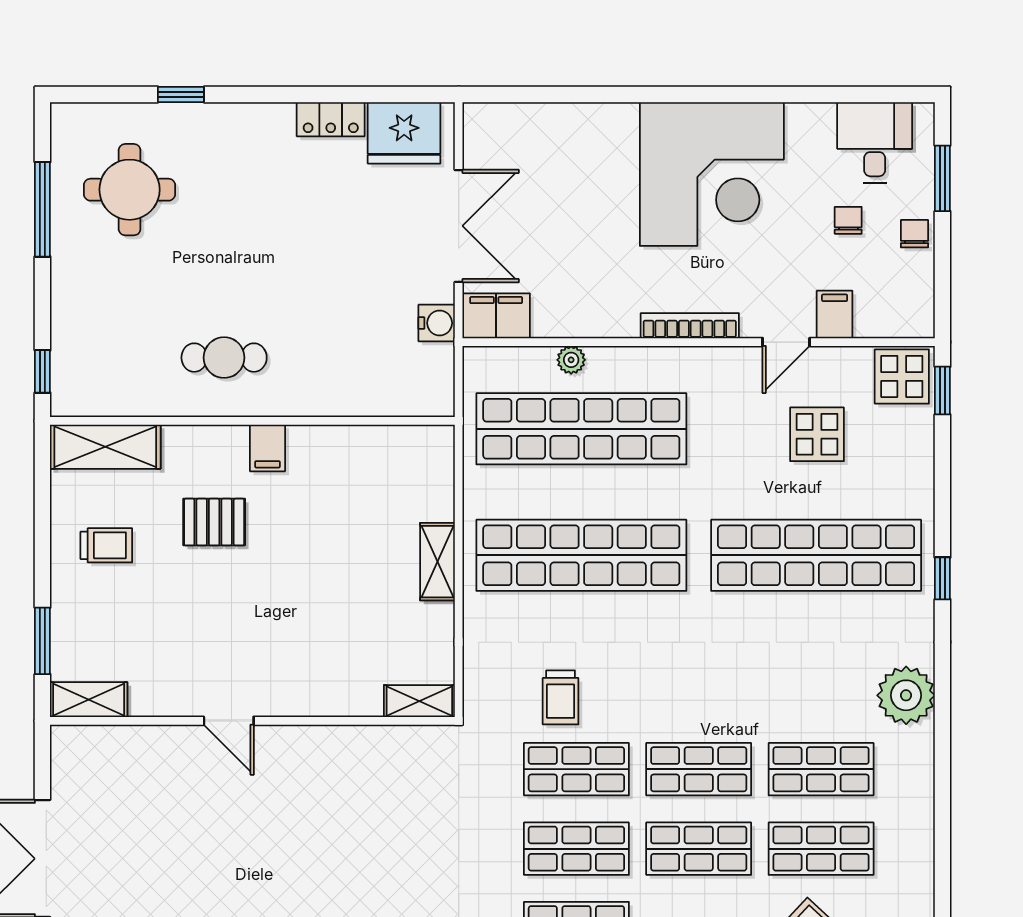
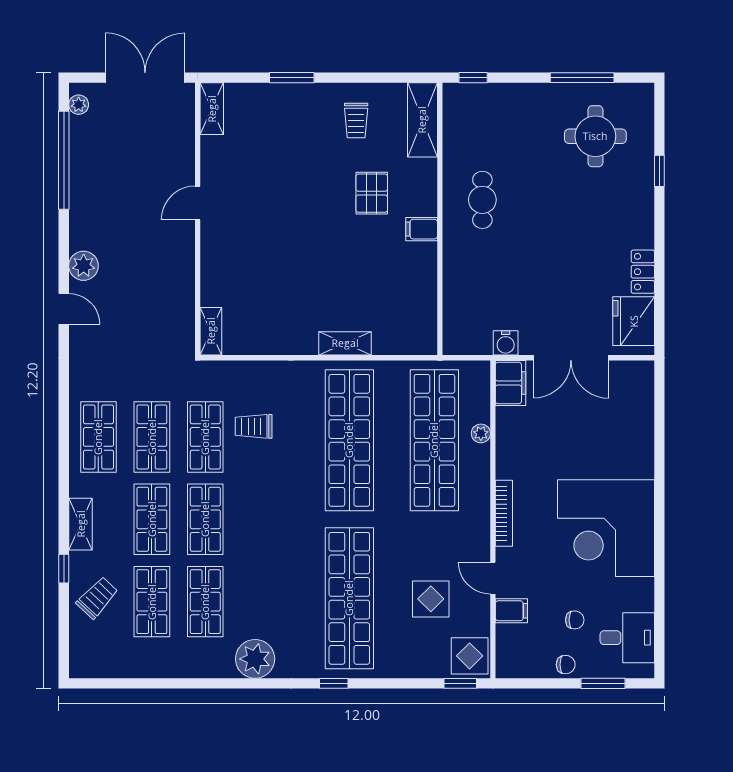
shelving: (89, 700) -> (212, 109), moved
shelving: (419, 701) -> (211, 331), moved
door: (229, 721) -> (198, 203), moved
wall: (252, 721) -> (198, 219), moved

